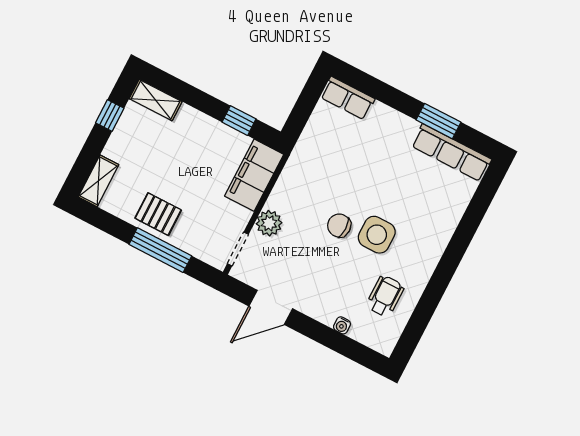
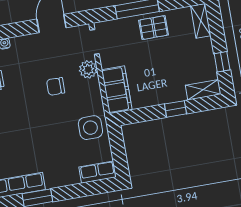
window: (239, 121) -> (175, 109), moved
chair: (339, 226) -> (56, 86), moved, turned 180
side table: (377, 235) -> (90, 128), moved

